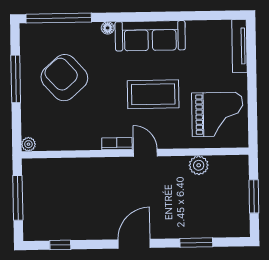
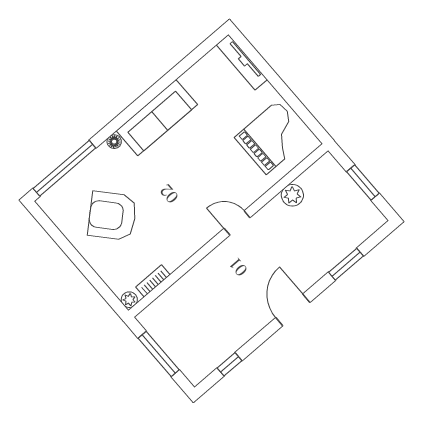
window: (16, 79) -> (71, 252), removed
coffee table: (153, 94) -> (202, 166), removed
bookcase: (117, 144) -> (153, 281), moved

